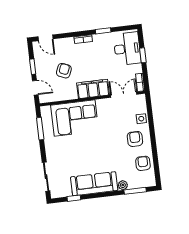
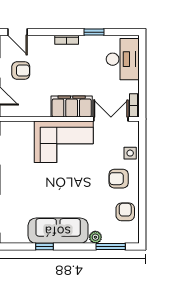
window: (143, 55) -> (142, 70), removed
armchair: (64, 71) -> (21, 70), moved, turned 68
corner sofa: (75, 118) -> (64, 142), moved
armchair: (135, 139) -> (119, 179), turned -90
window: (74, 198) -> (44, 247), moved

